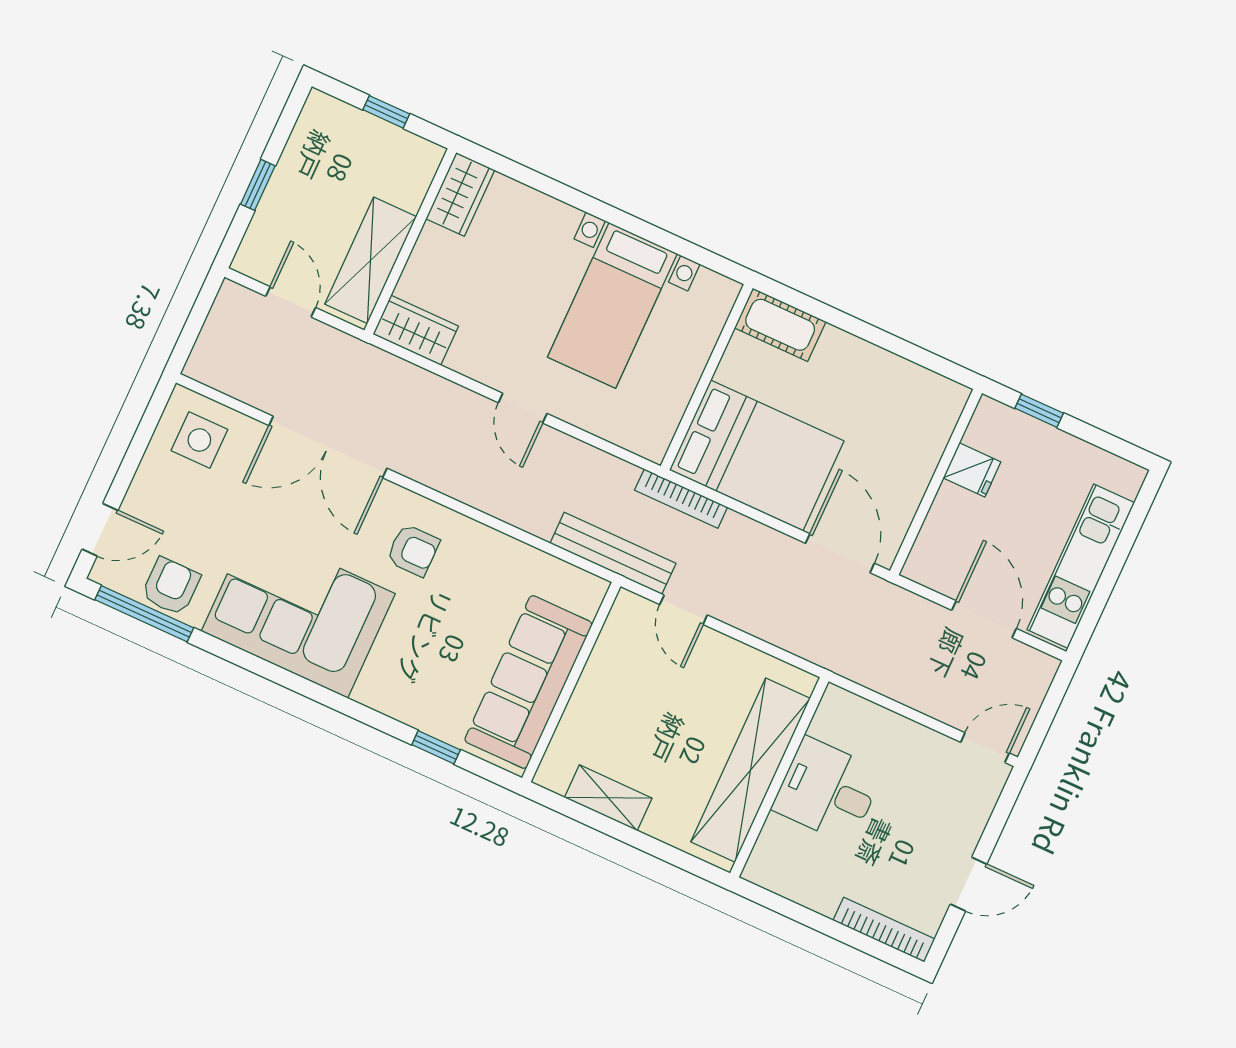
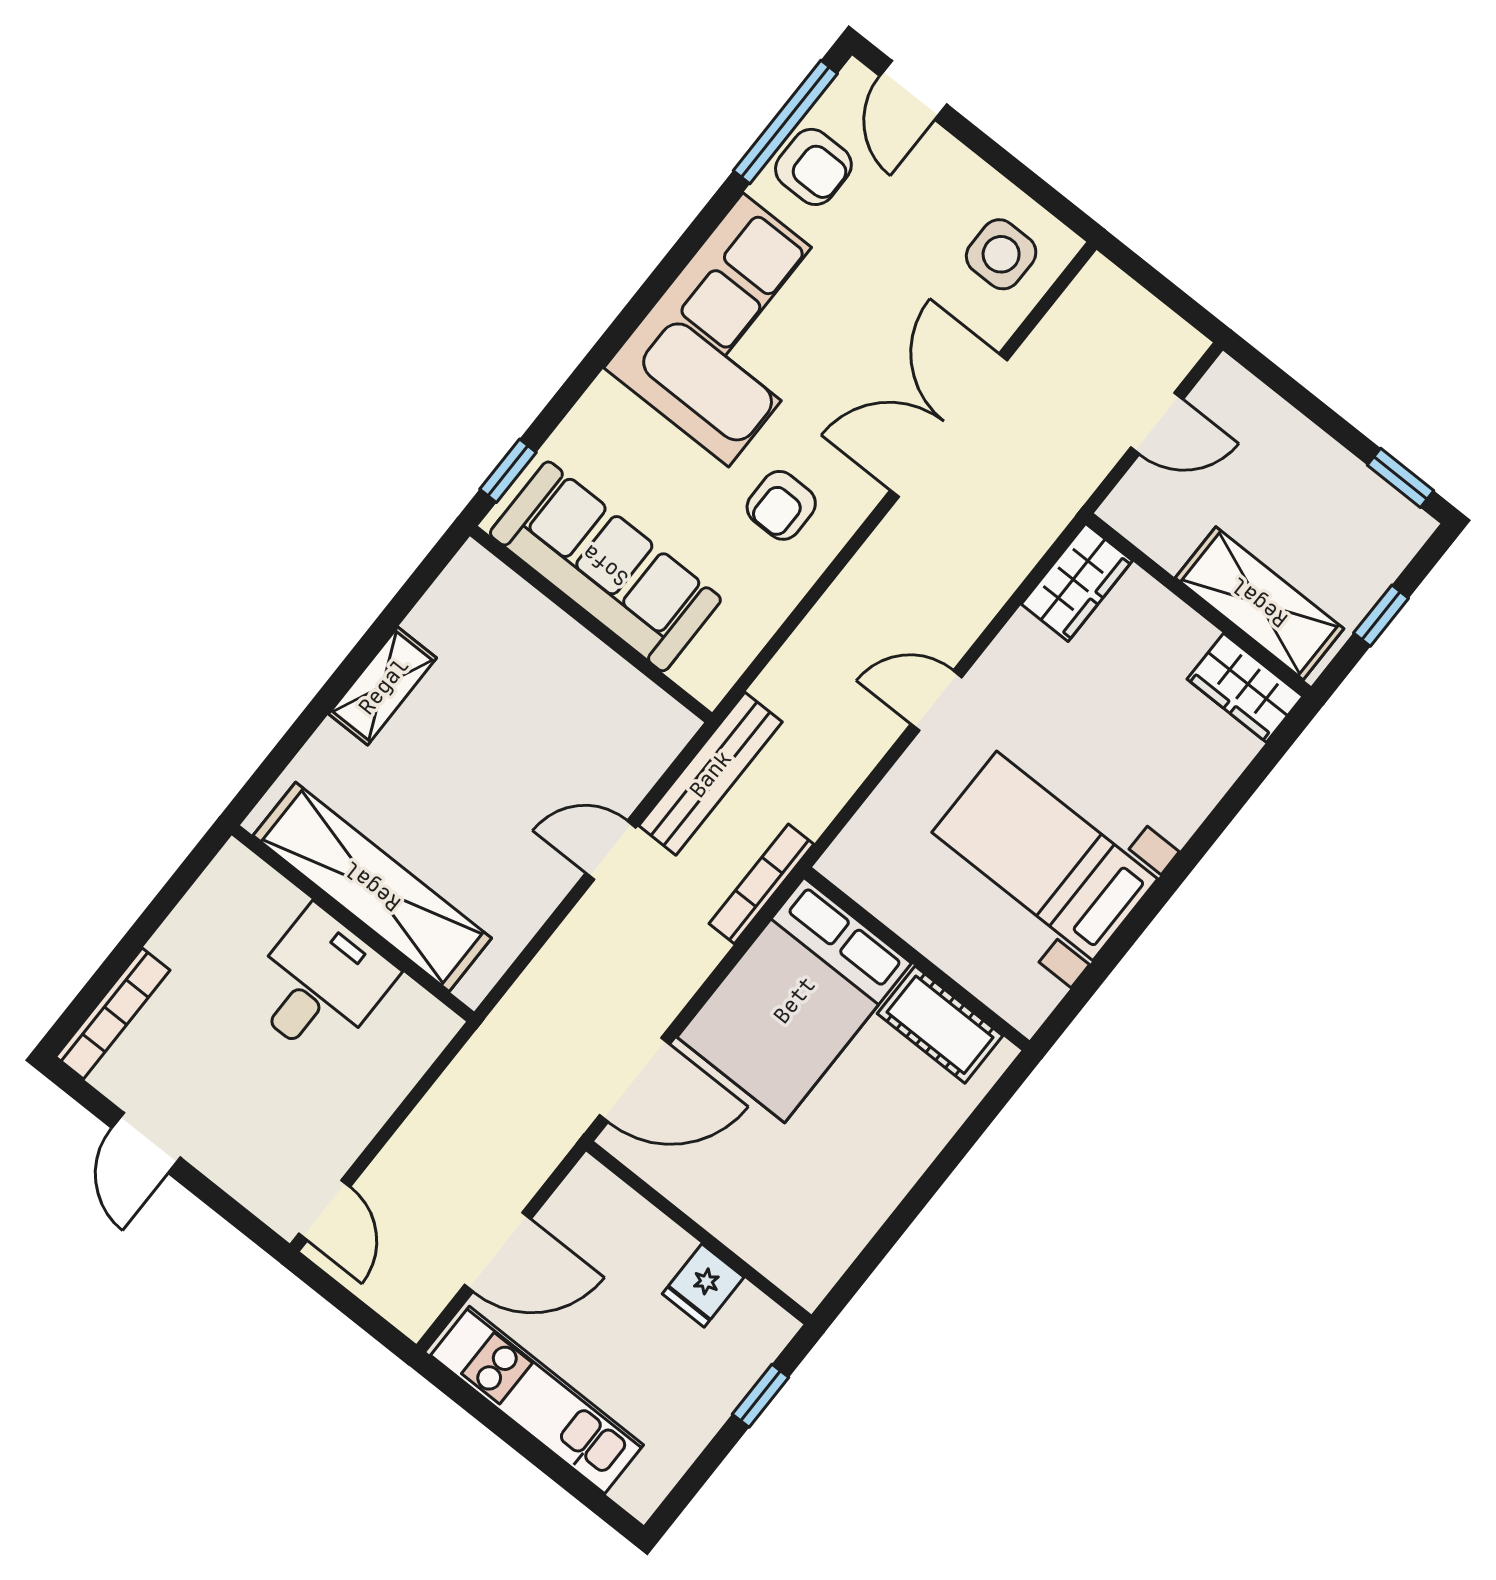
window: (258, 185) -> (1401, 478), moved
shelving: (371, 260) -> (1259, 603), moved
cot: (780, 325) -> (940, 1025), moved, turned 90
sofa: (528, 682) -> (605, 566), moved
wall: (571, 682) -> (591, 624), moved

